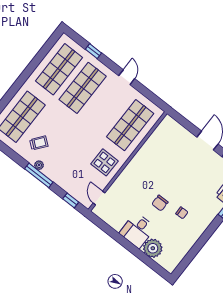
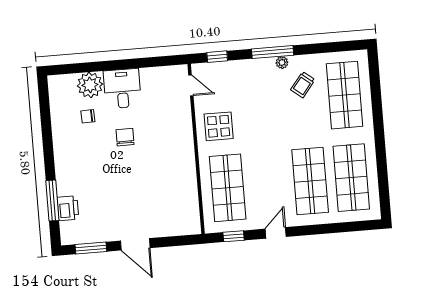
window: (93, 51) -> (234, 236), moved
door: (127, 77) -> (276, 233), swing flipped
chair: (182, 213) -> (88, 116), moved

